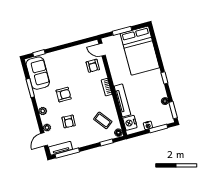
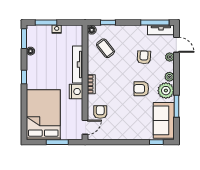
door: (102, 50) -> (85, 127), hinge flipped
plant: (43, 99) -> (166, 91), added
nightstand: (130, 123) -> (76, 92), moved
door: (44, 139) -> (176, 45), hinge flipped

